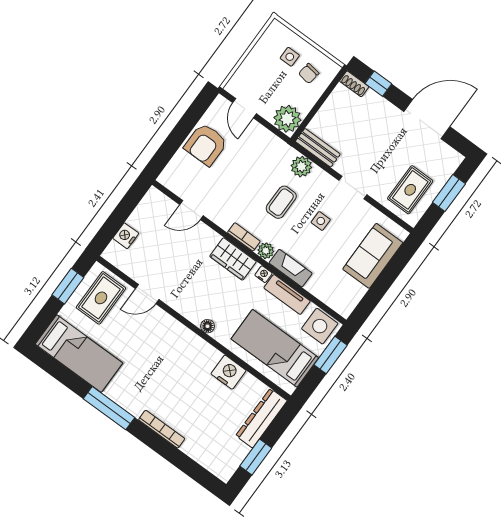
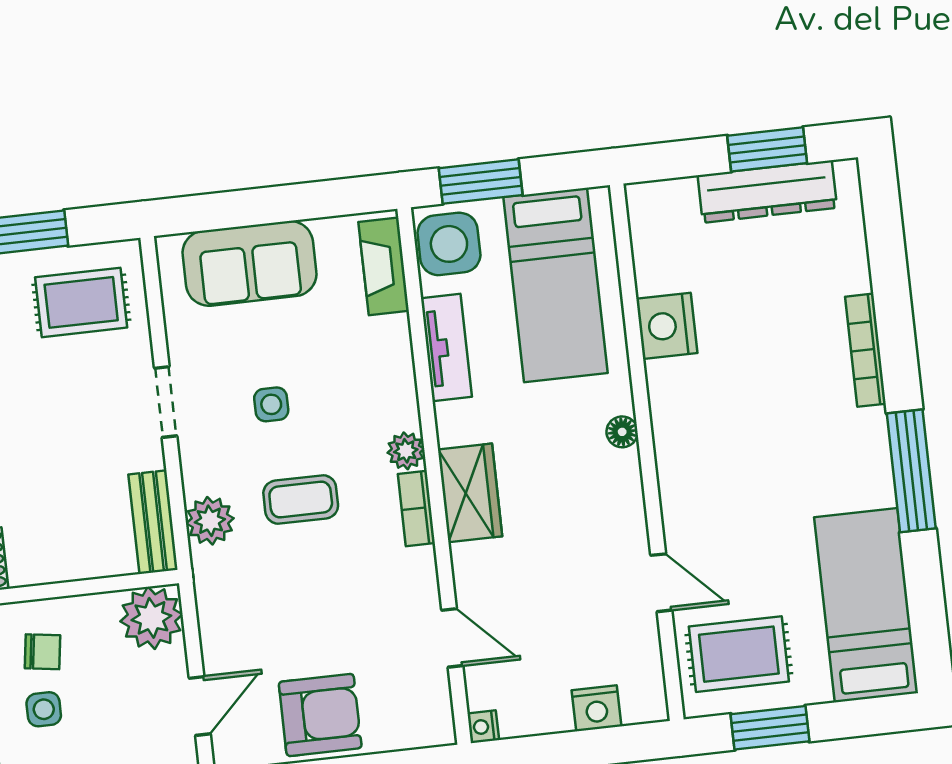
fireplace: (291, 268) -> (384, 266), moved
nightstand: (263, 274) -> (483, 727), moved
dresser: (261, 418) -> (767, 192), moved

